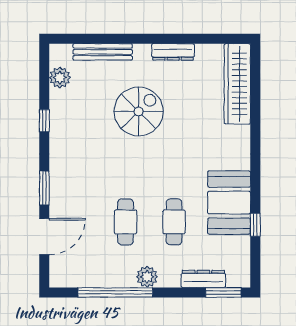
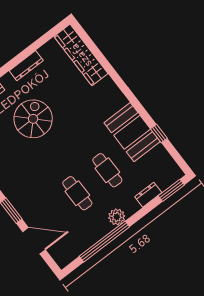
door: (44, 236) -> (34, 241), hinge flipped
dresser: (203, 279) -> (148, 195), width x0.70

